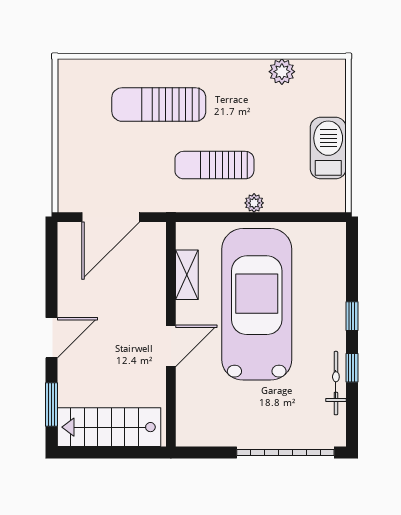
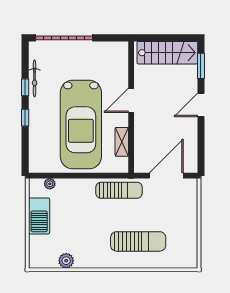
sun lounger: (214, 165) -> (119, 190), moved
plant: (254, 203) -> (50, 184), moved

